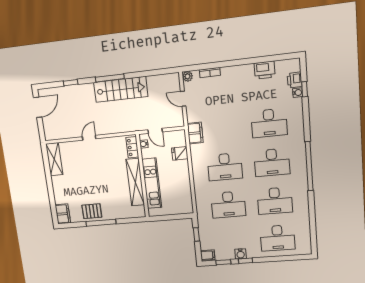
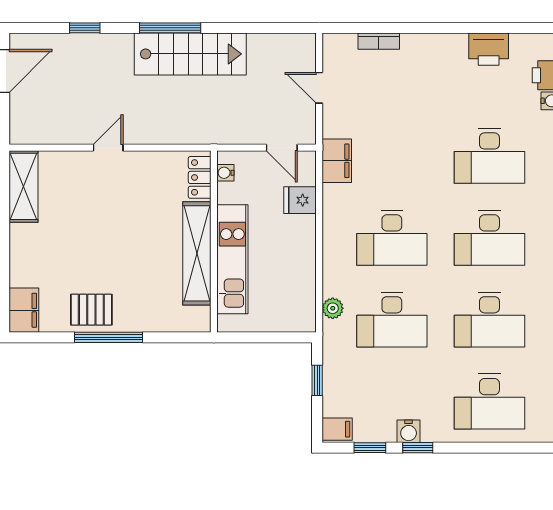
plant: (188, 76) -> (333, 308), moved
door: (155, 131) -> (282, 148), moved

